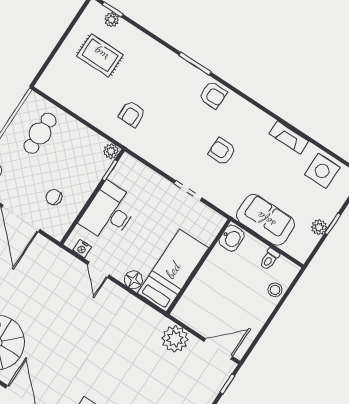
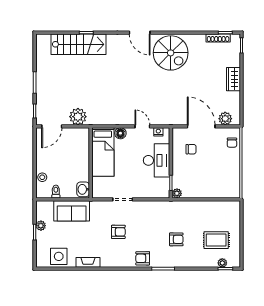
armchair: (132, 114) -> (176, 239), moved, turned 90
cafe table: (40, 133) -> (221, 178), removed

